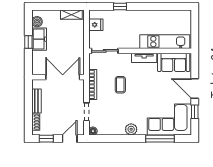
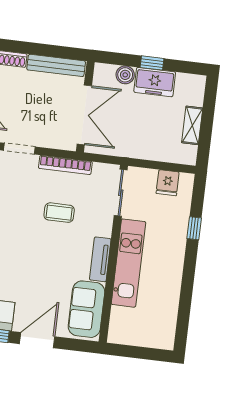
shelving: (71, 15) -> (192, 125), moved
boiler: (37, 22) -> (125, 75), moved
kitchen unit: (165, 42) -> (128, 263), moved
bench: (36, 101) -> (56, 65), width x1.36

